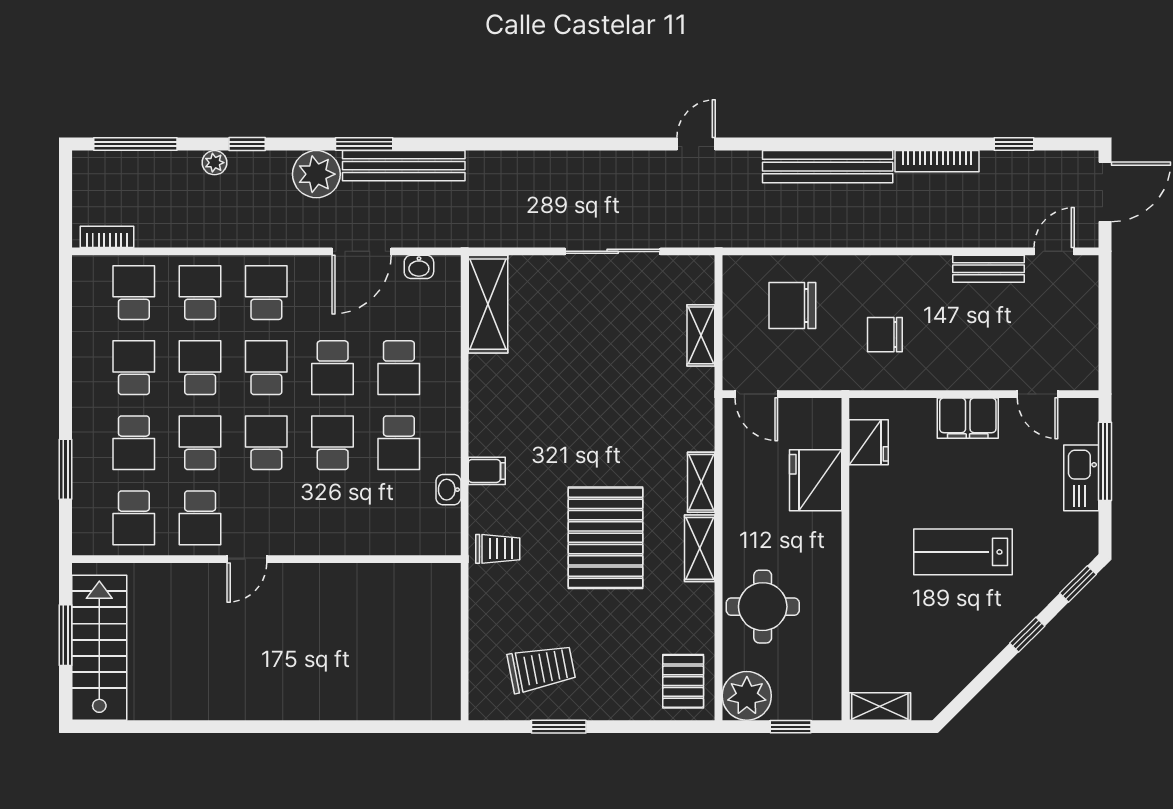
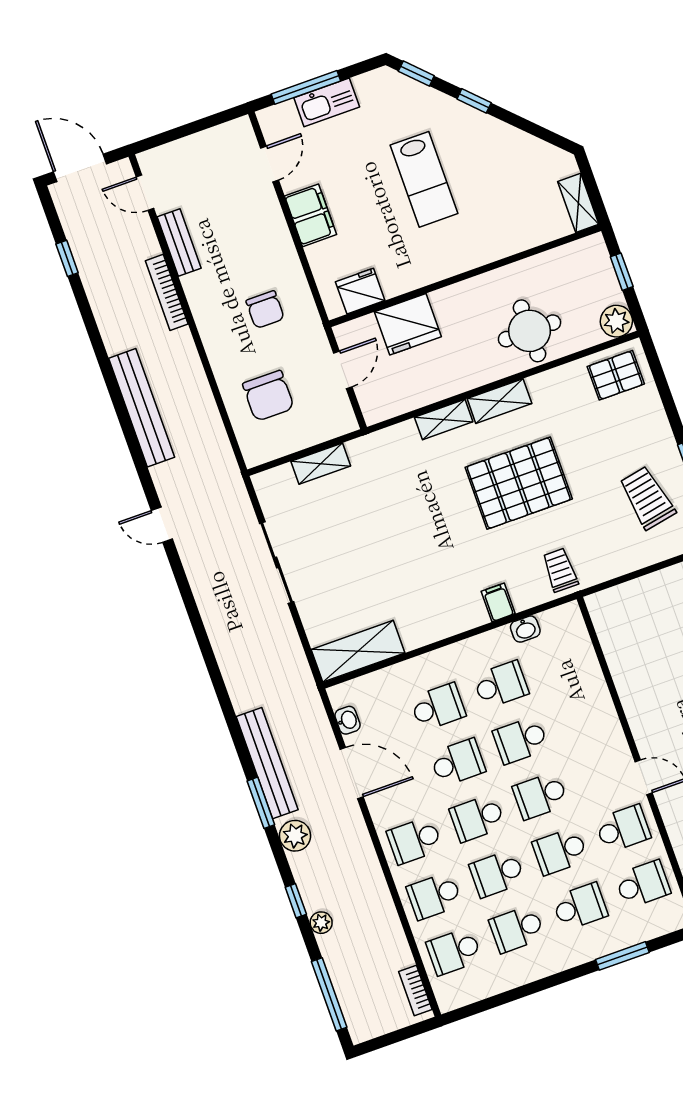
bookcase: (937, 161) -> (167, 292), moved, turned 180
plant: (316, 174) -> (295, 836), width x0.73, depth x0.73
door: (756, 394) -> (343, 370), moved
plant: (747, 696) -> (616, 321), width x0.73, depth x0.73

